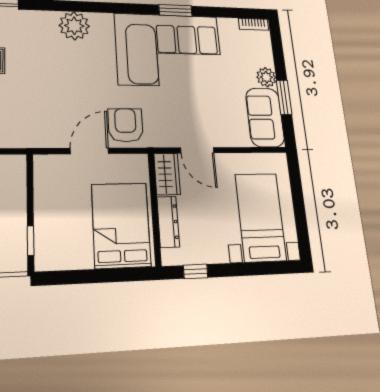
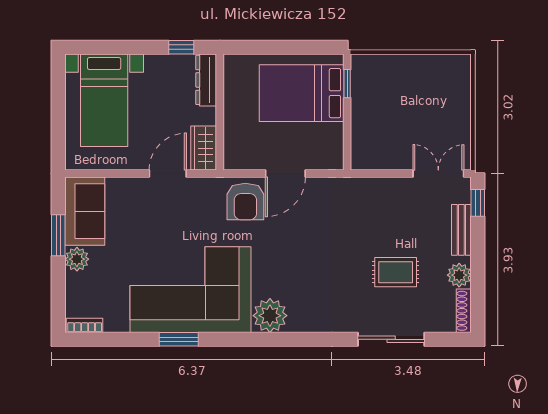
plant: (74, 26) -> (270, 316), moved
door: (197, 150) -> (168, 173), hinge flipped
dresser: (168, 222) -> (206, 80), moved
bed: (121, 225) -> (302, 93), moved, turned 90

